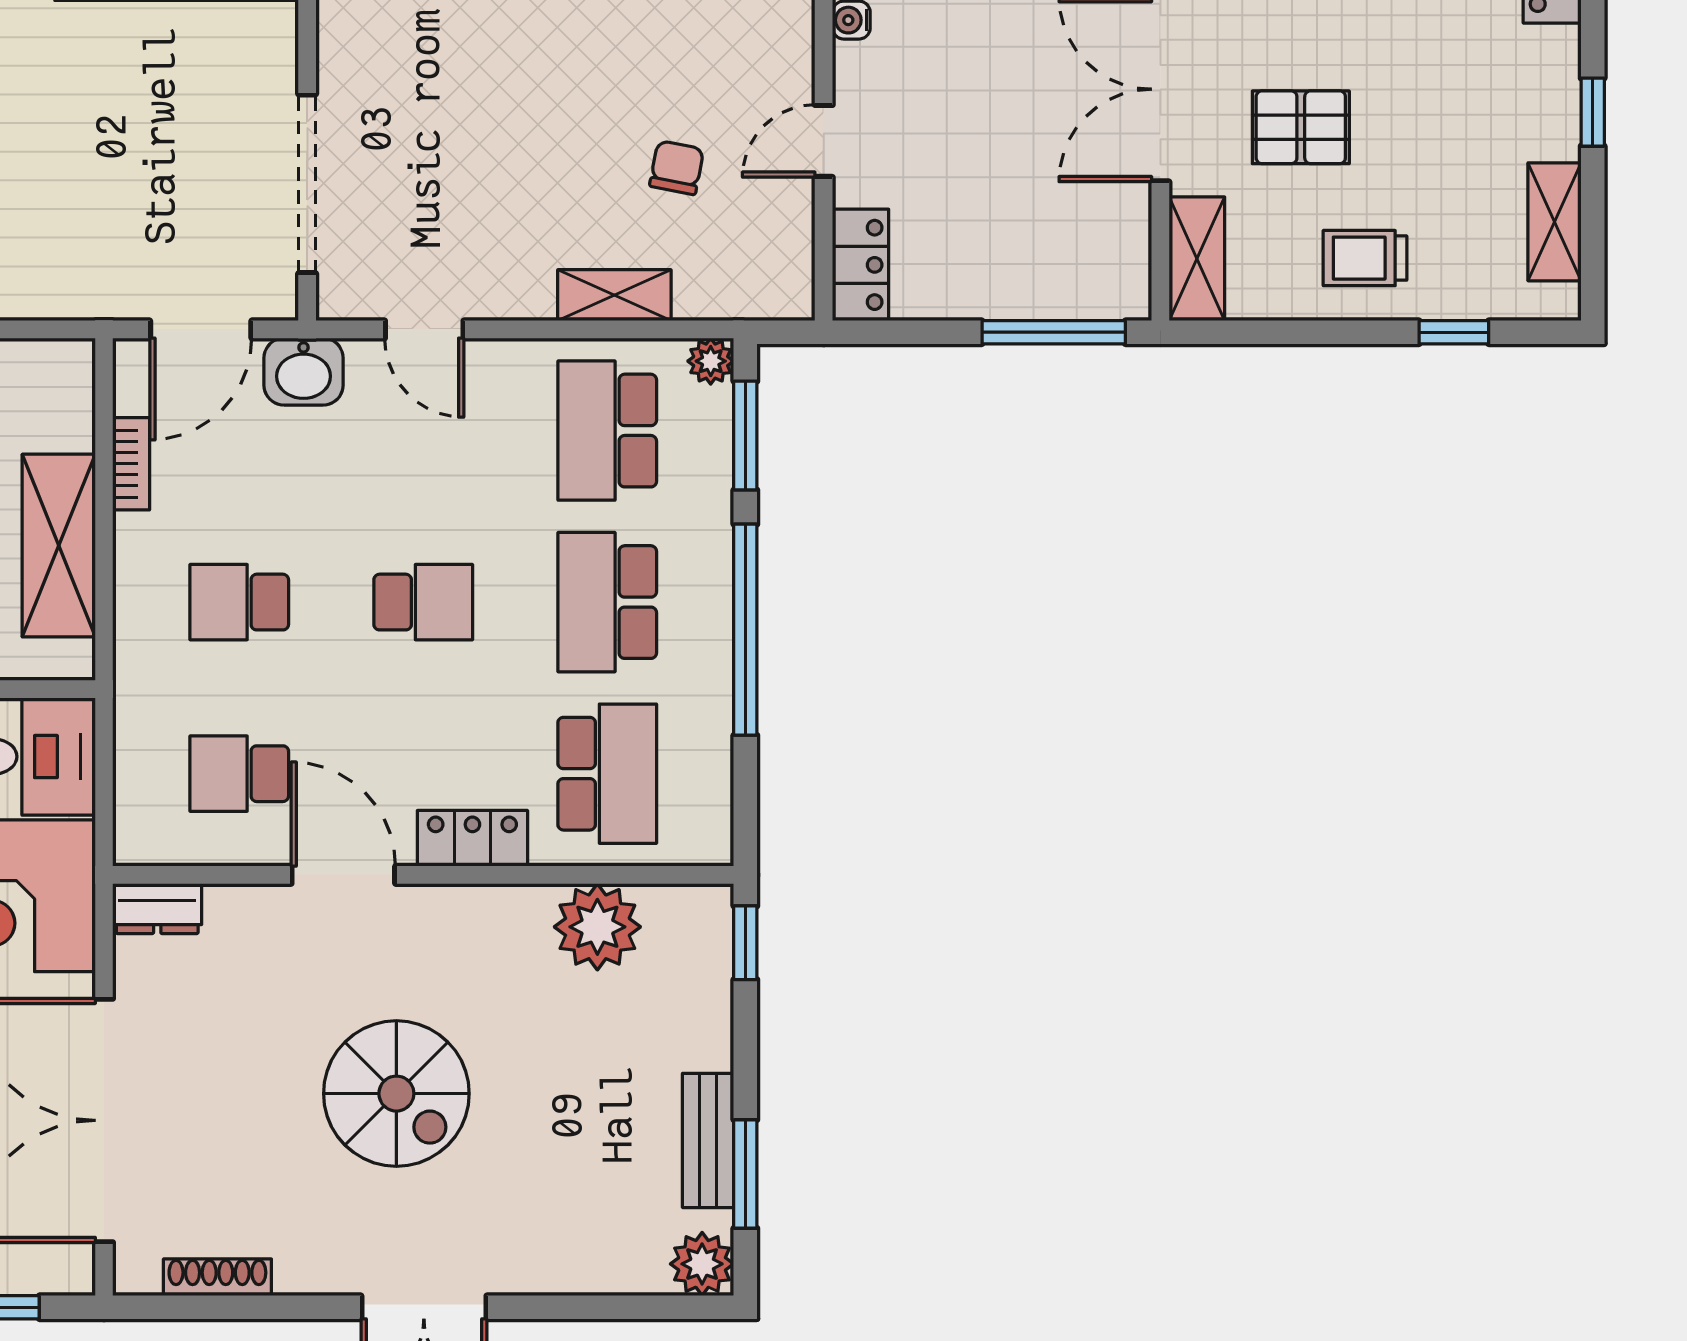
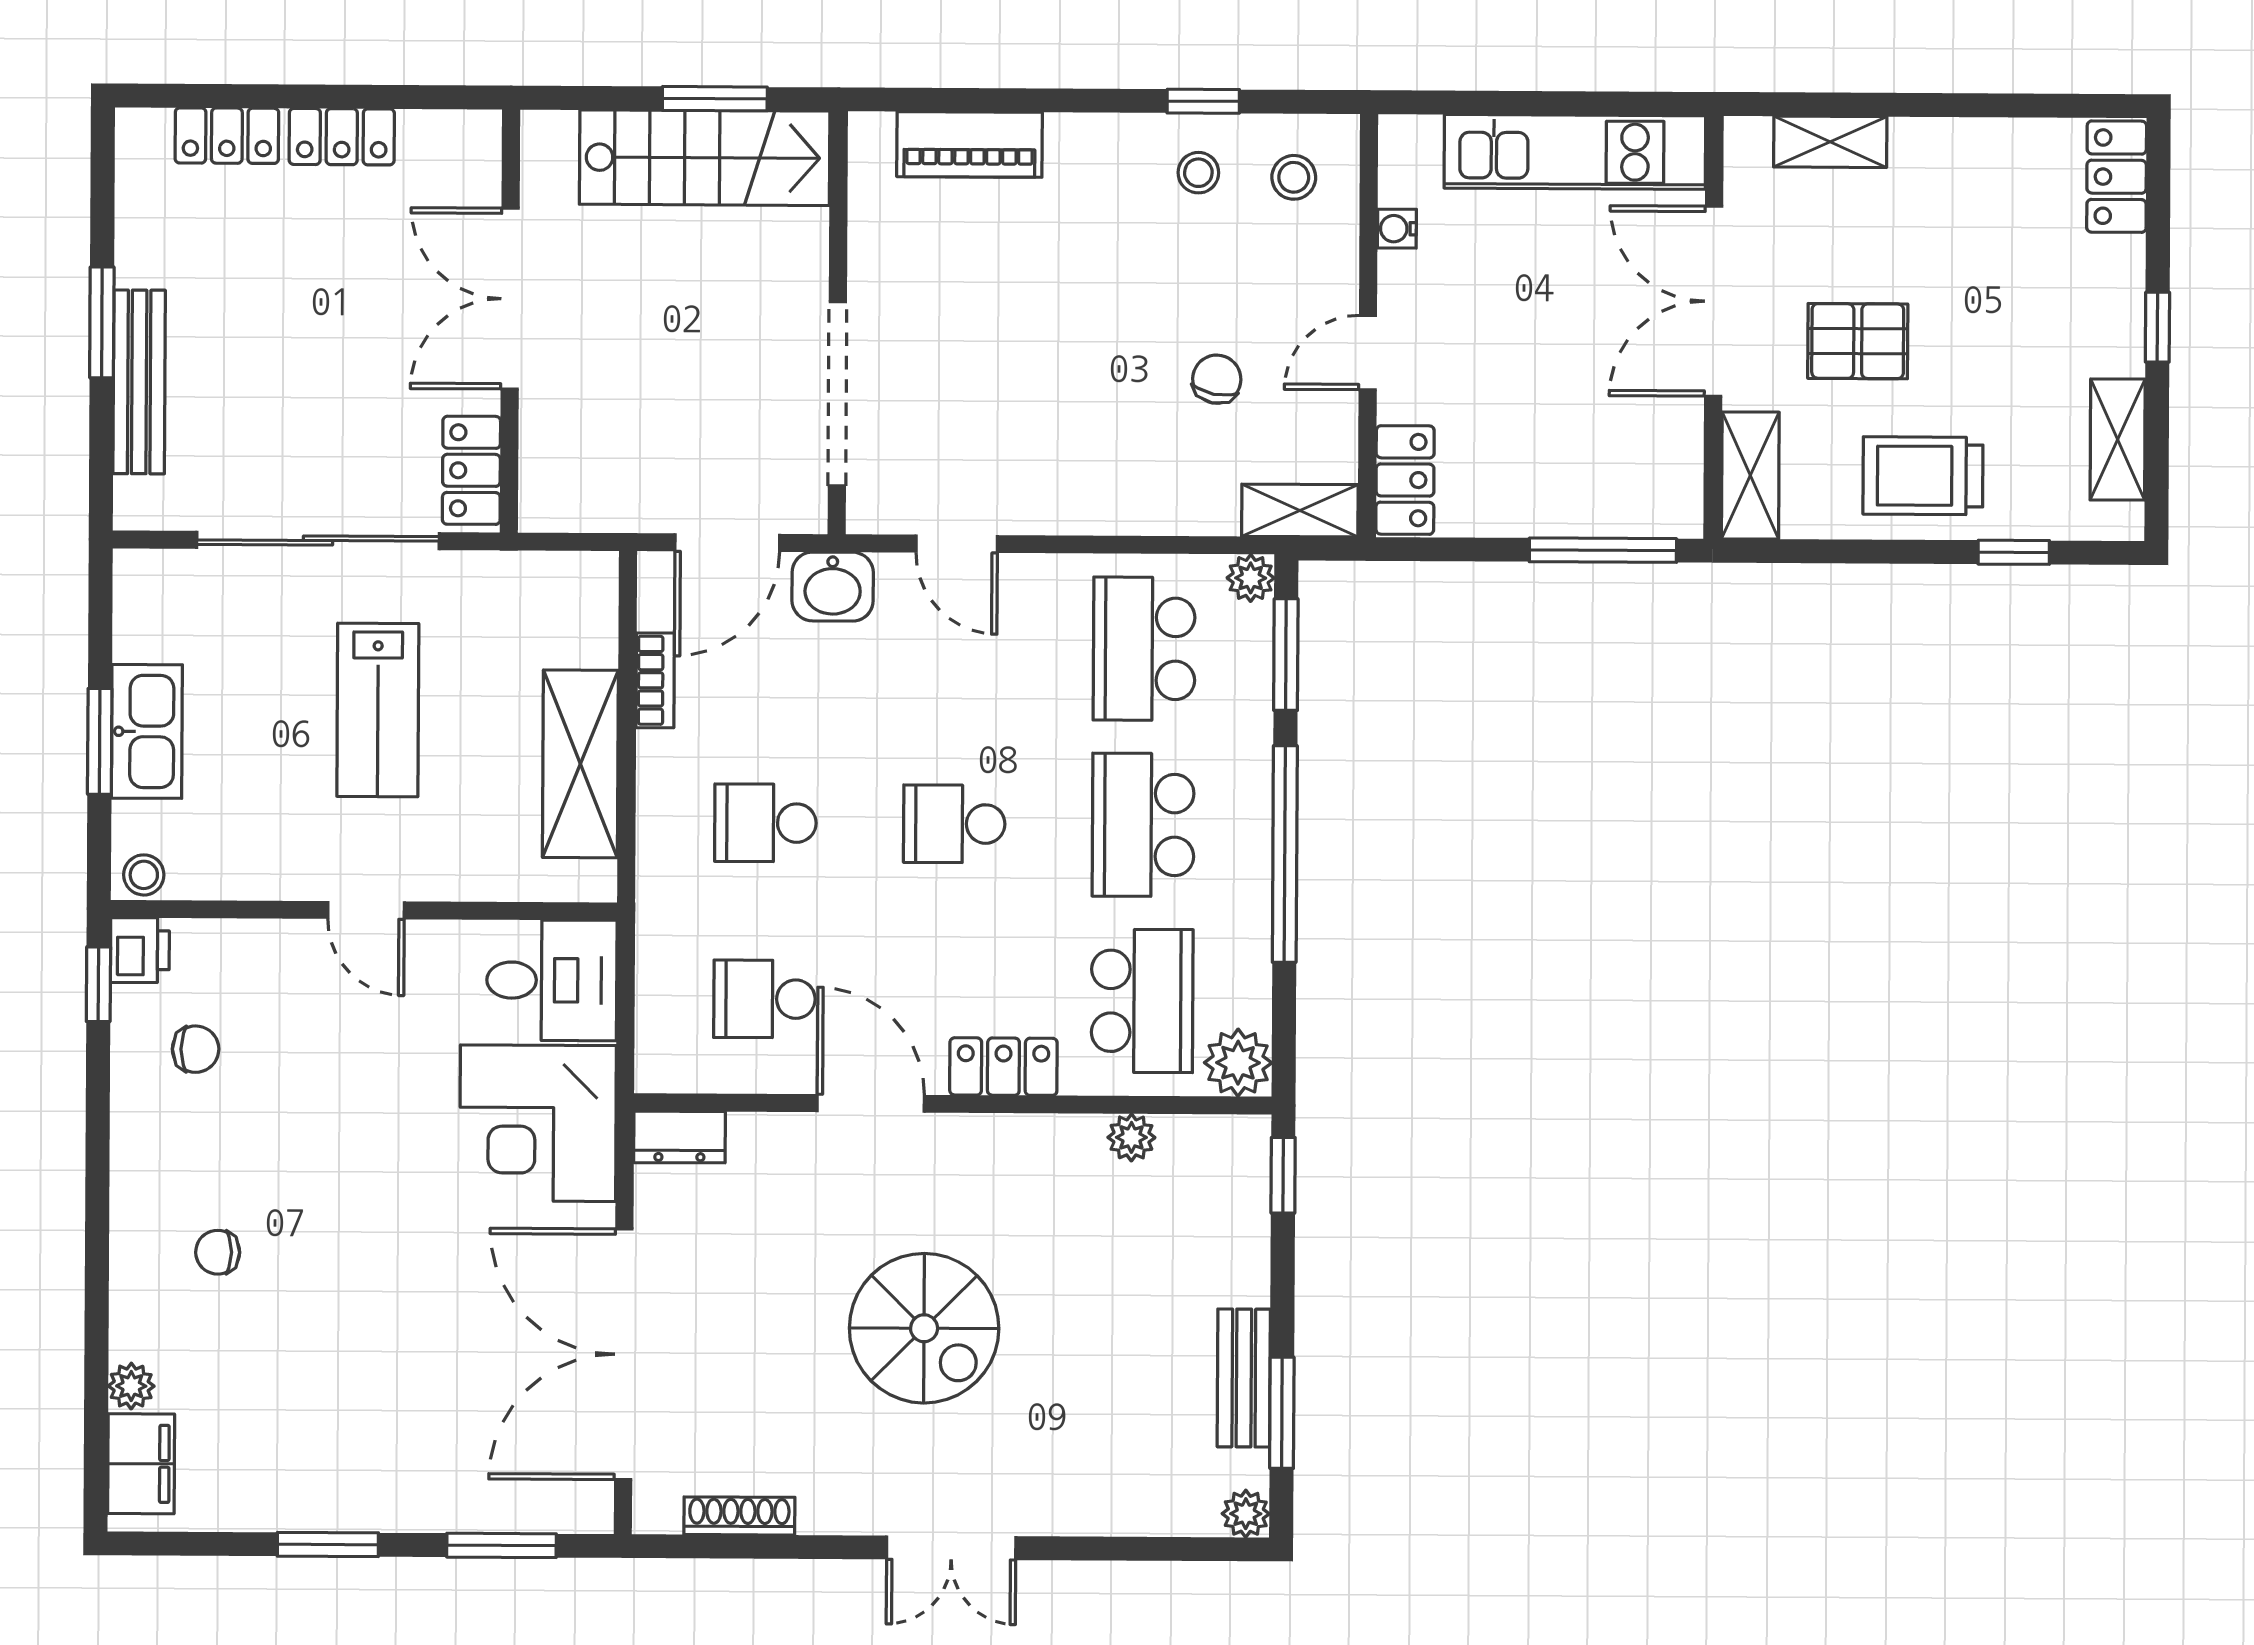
trolley: (1365, 258) -> (1923, 476), width x1.36, depth x1.39
shelving: (614, 295) -> (1300, 511), moved
school desk: (423, 602) -> (954, 824), turned 180
plant: (701, 833) -> (1238, 1063), added
plant: (597, 927) -> (1131, 1137), width x0.53, depth x0.53
plant: (702, 1264) -> (1246, 1514), width x0.73, depth x0.73

